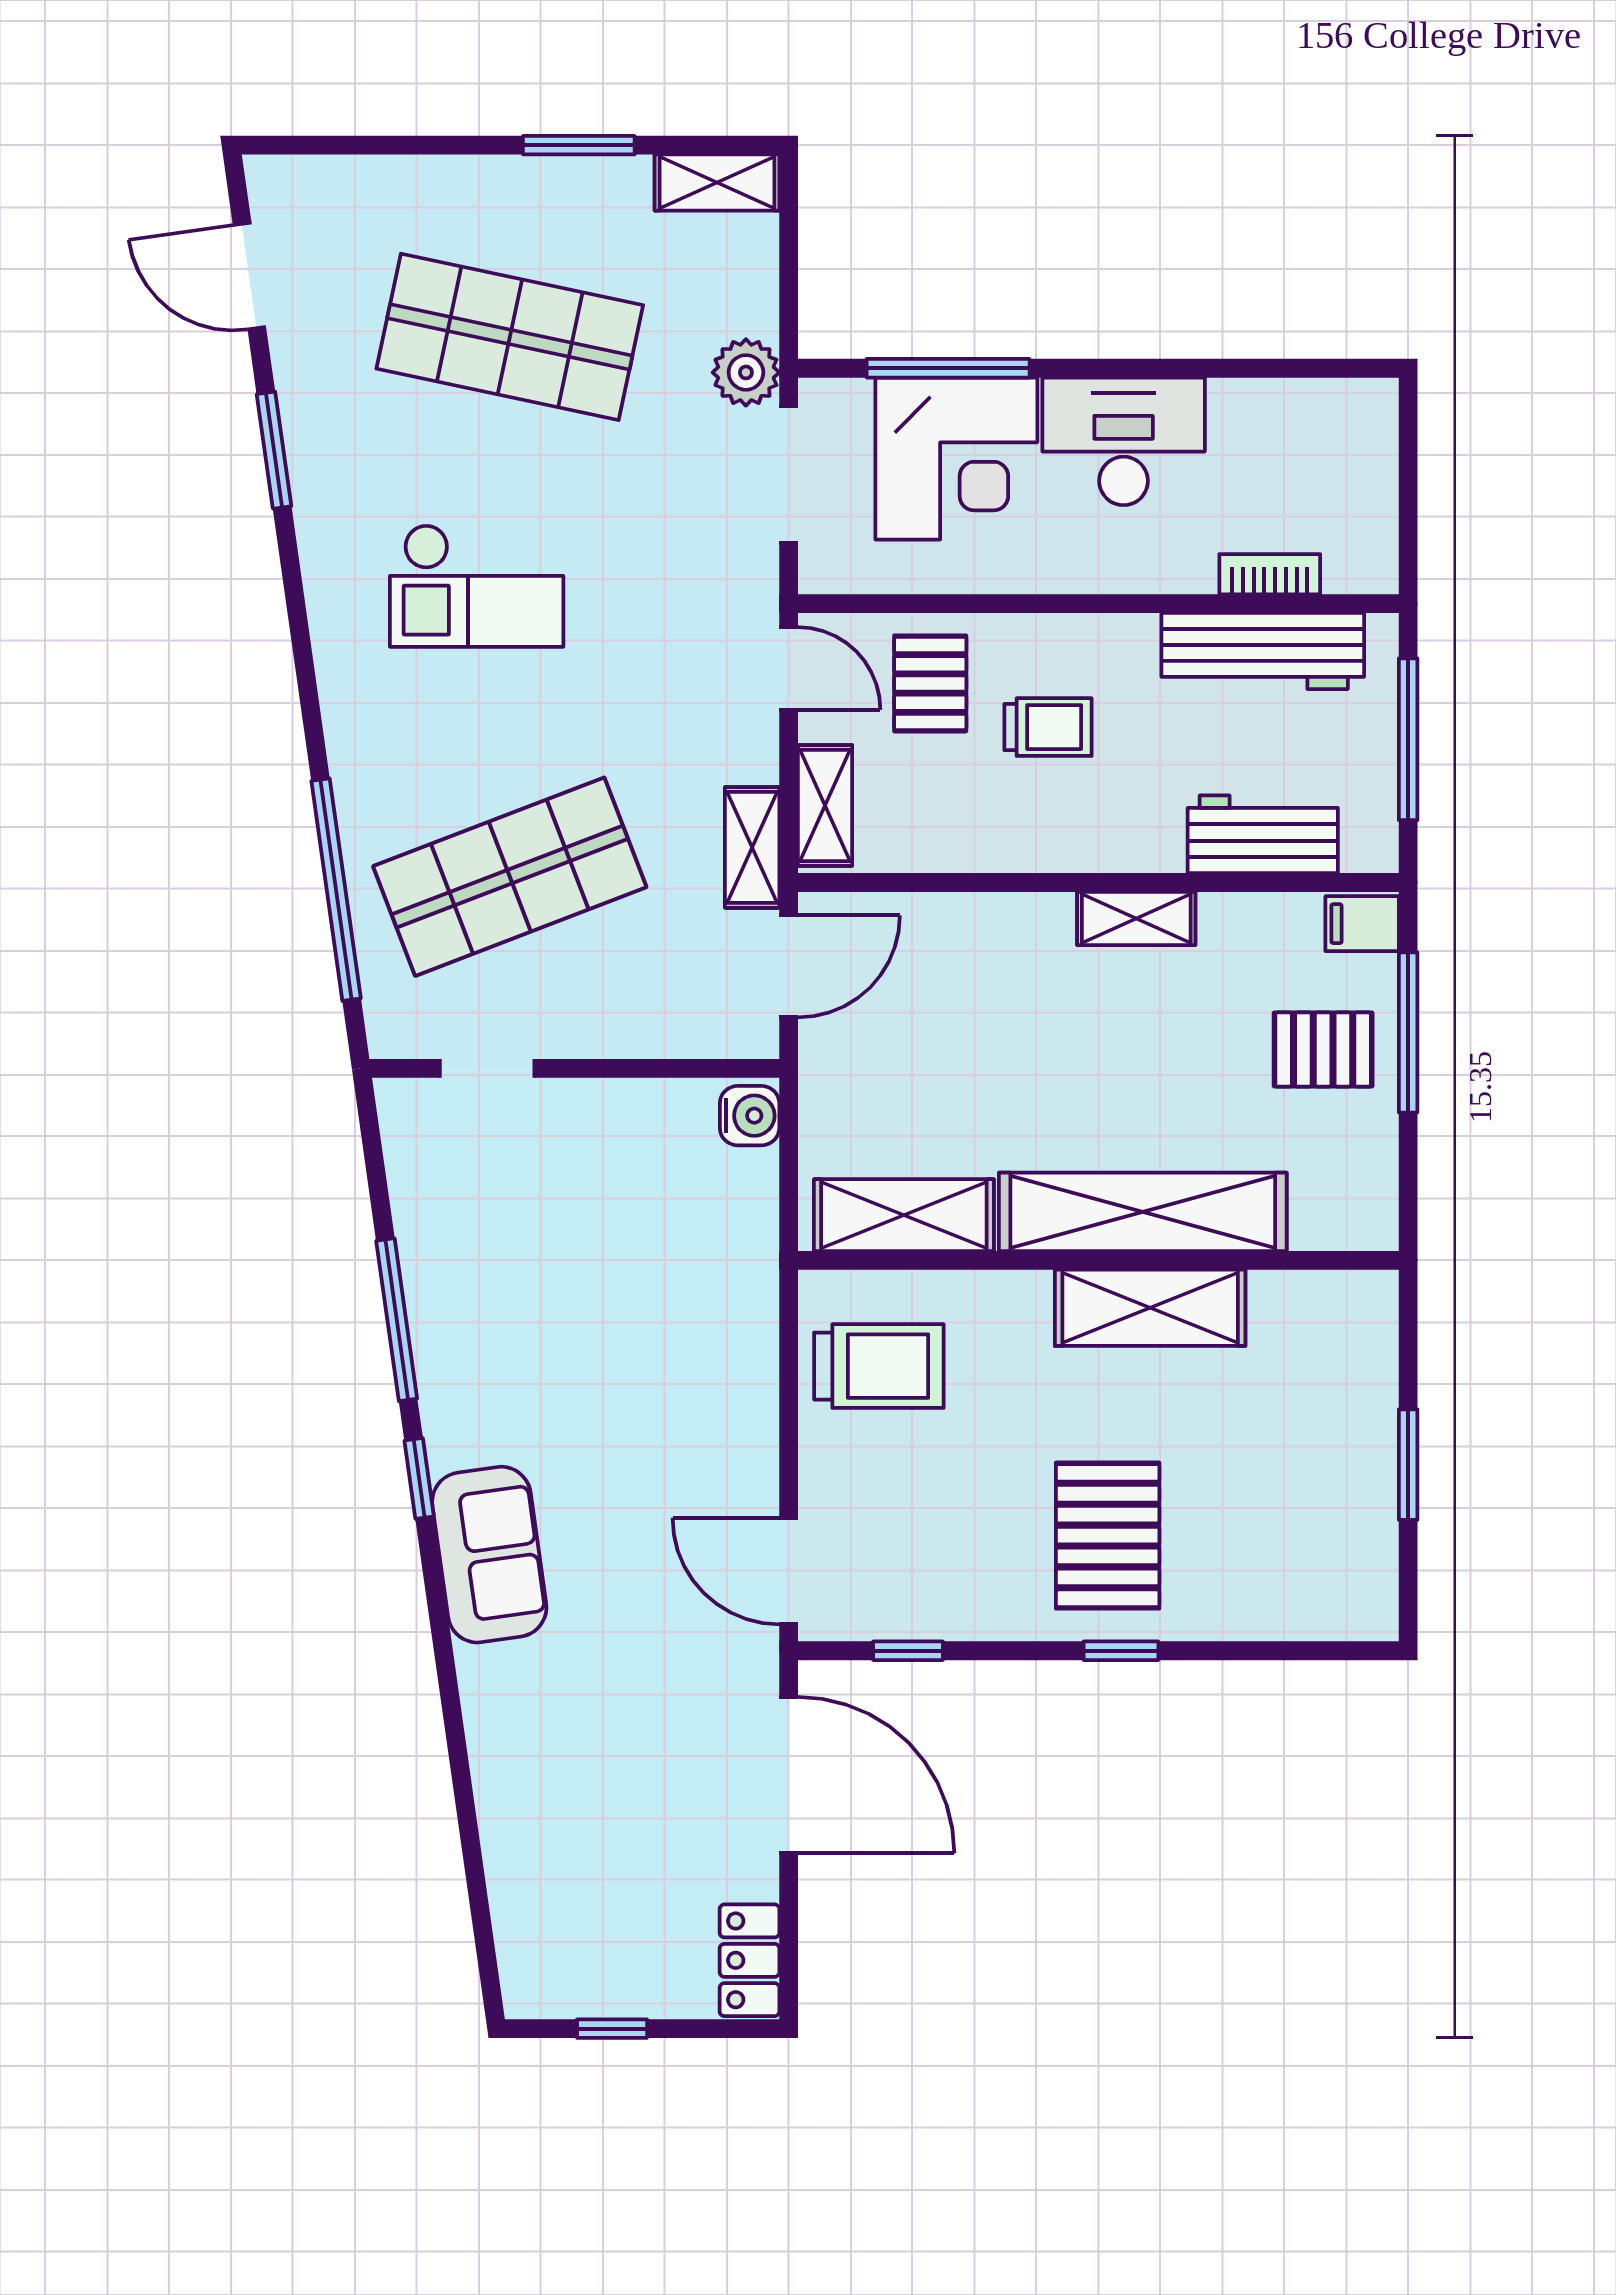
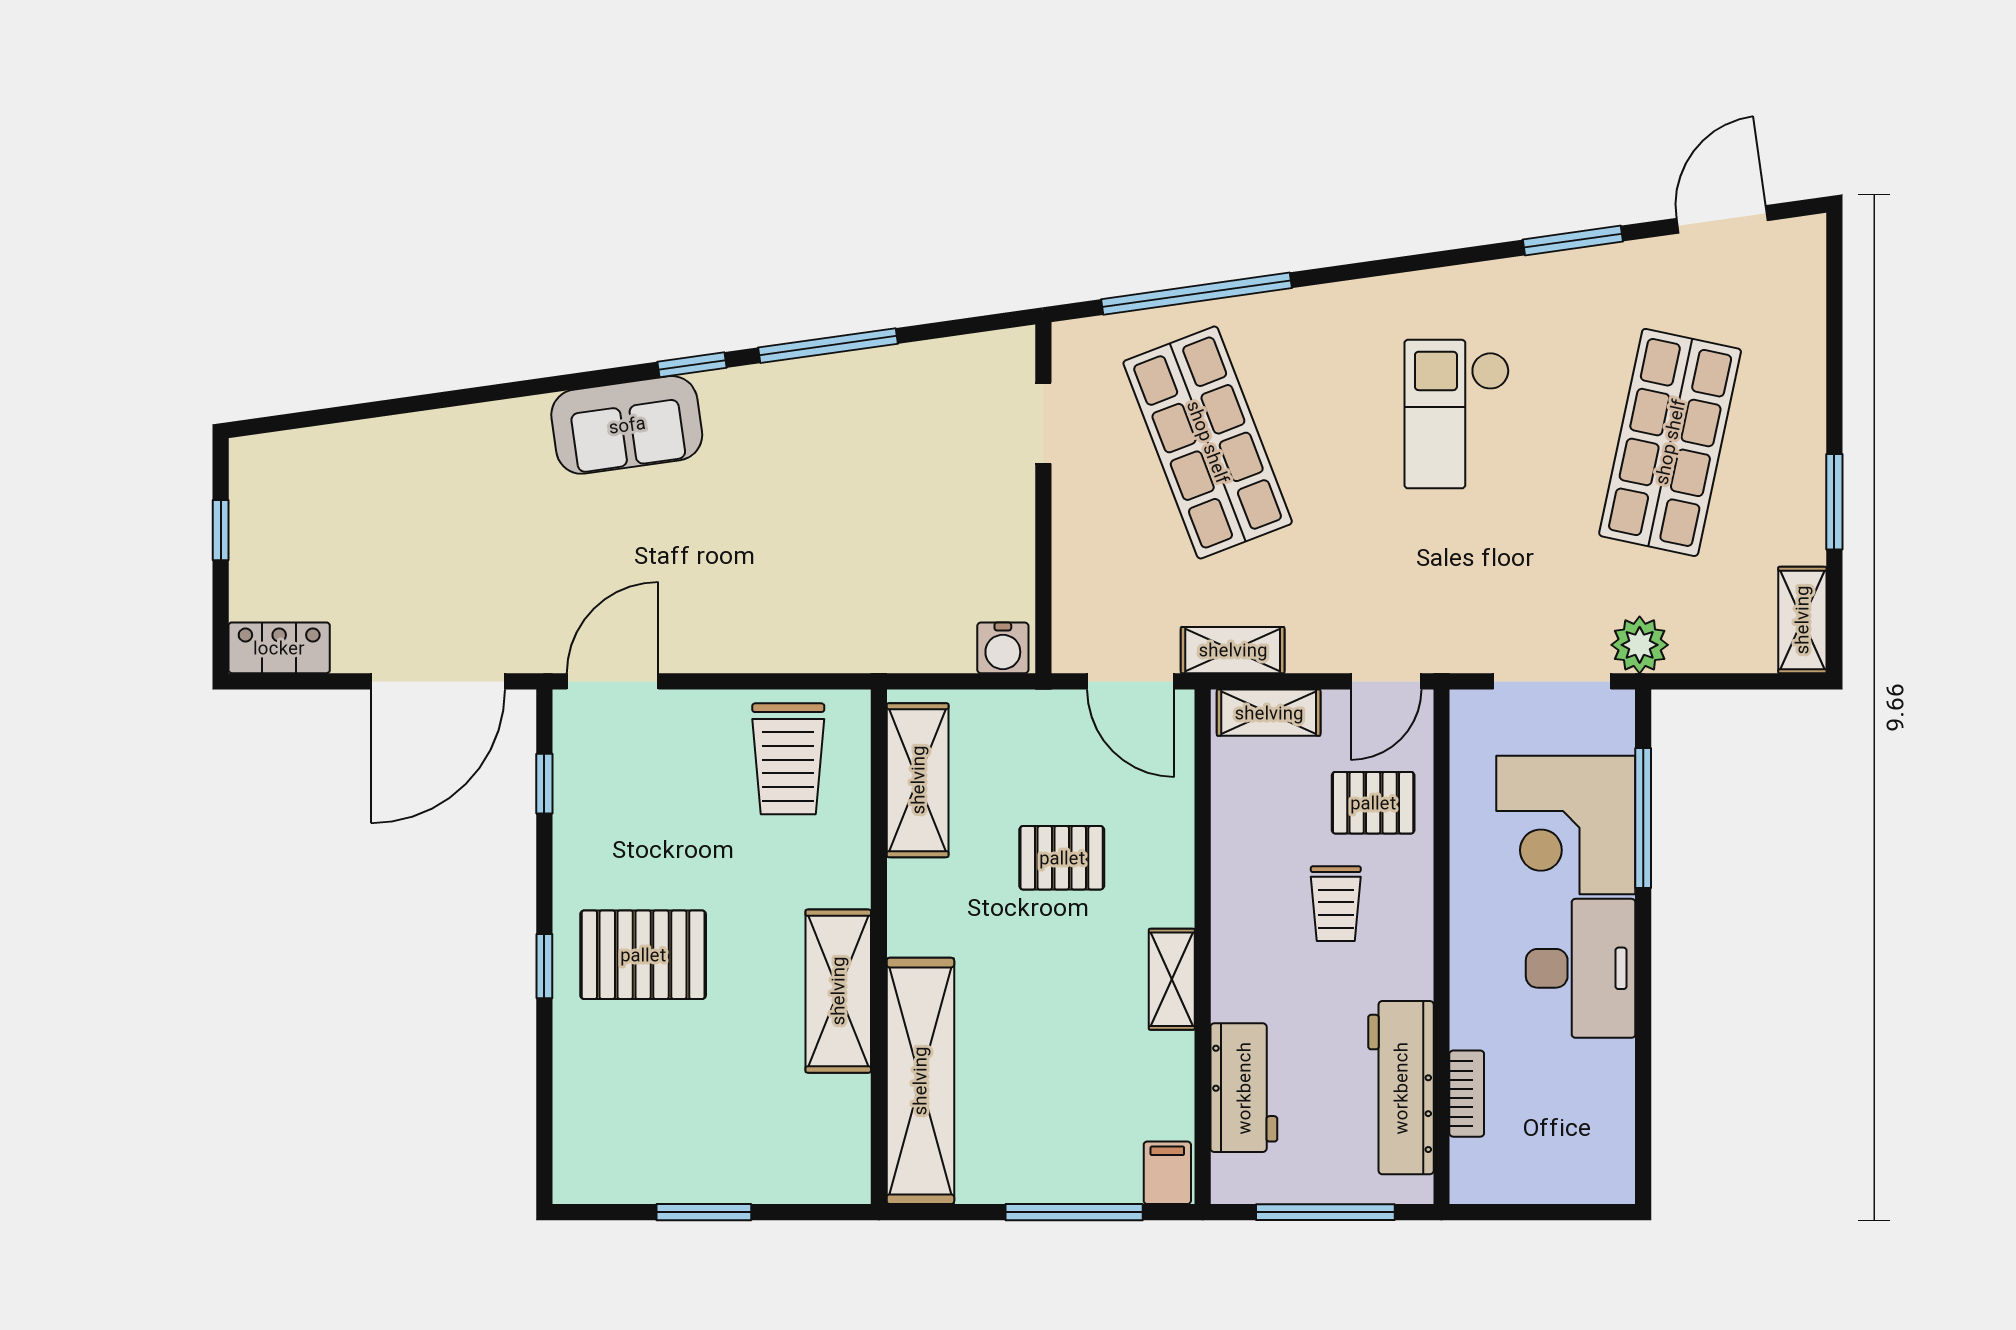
pallet: (1323, 1050) -> (1062, 858), moved, turned 90
shelving: (1143, 1212) -> (920, 1081), moved

